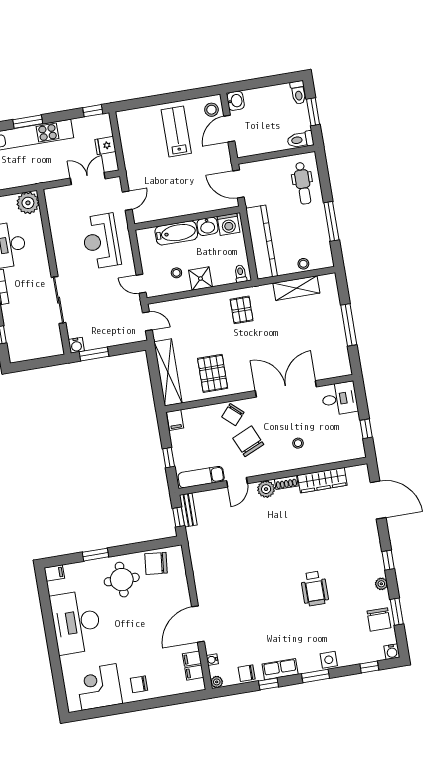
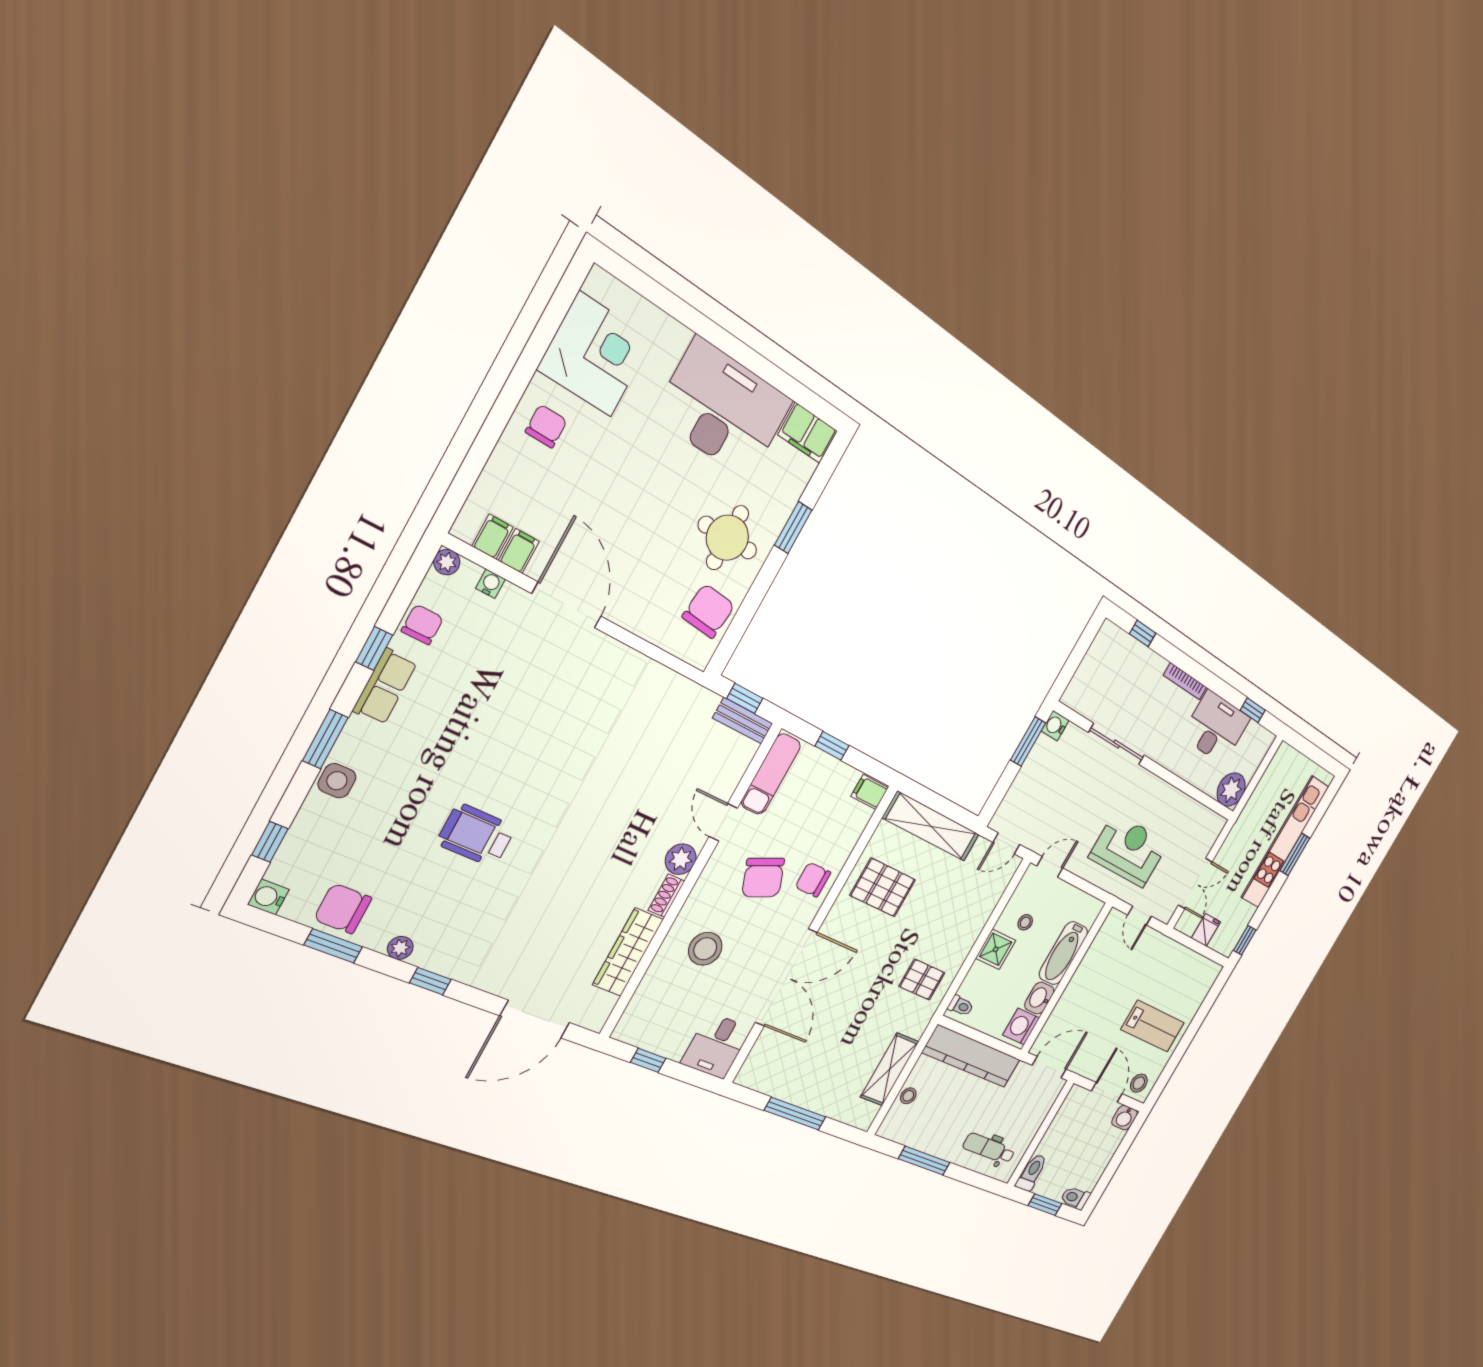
chair: (233, 415) -> (813, 880), turned -42
chair: (248, 441) -> (763, 878), turned 91
stool: (298, 443) -> (705, 949), width x1.89, depth x1.89
filing cabinet: (54, 573) -> (808, 433), width x2.00

